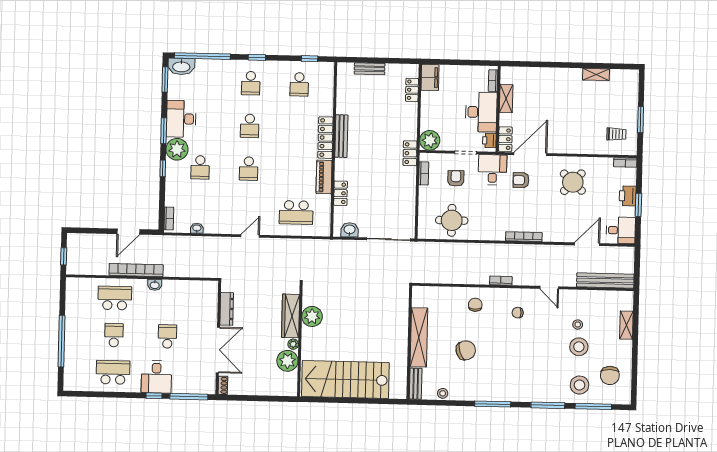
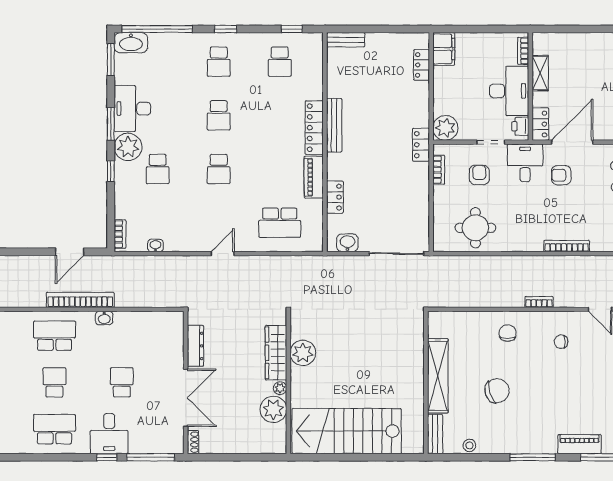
bench: (370, 69) -> (346, 40), moved
piano: (530, 394) -> (579, 444), added

